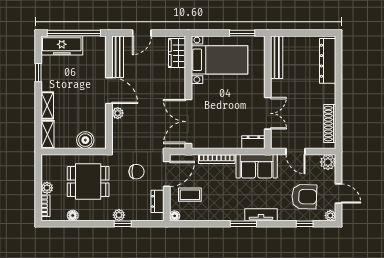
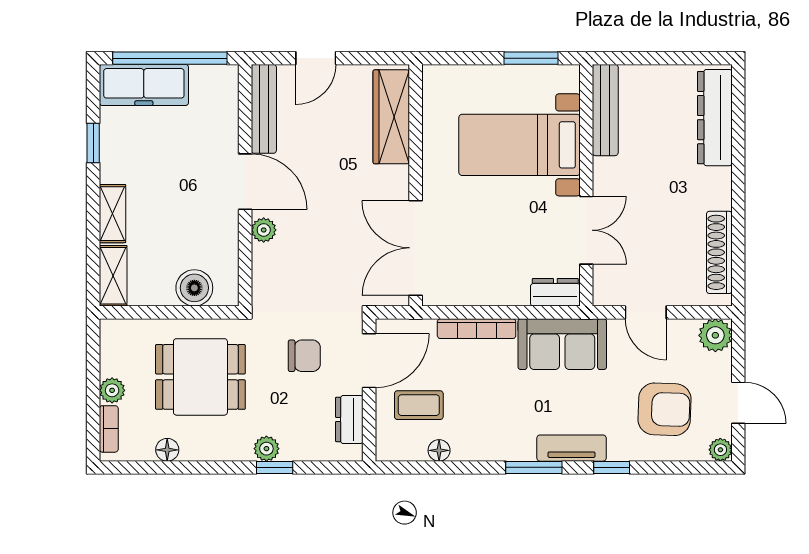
wardrobe: (177, 53) -> (391, 117), width x1.50
bed with nightstands: (219, 60) -> (520, 145), moved, turned 180
floor lamp: (175, 216) -> (439, 450), moved
window: (305, 224) -> (612, 467), moved

